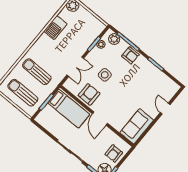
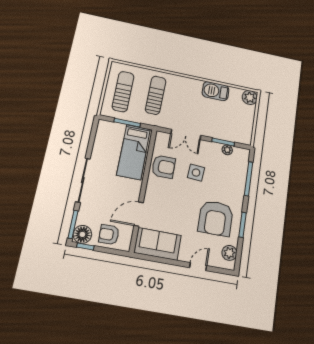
plant: (114, 39) -> (229, 253), moved
armchair: (130, 55) -> (216, 218), moved, width x1.88, depth x1.88
door: (100, 119) -> (139, 214), moved

